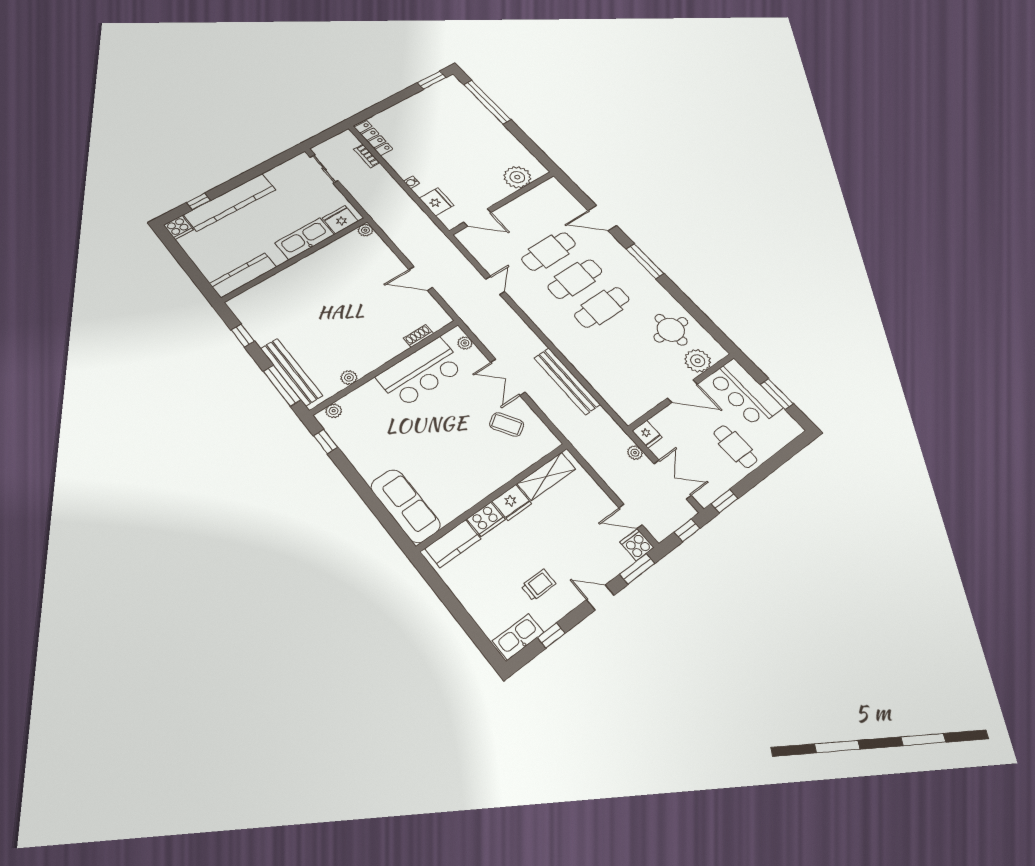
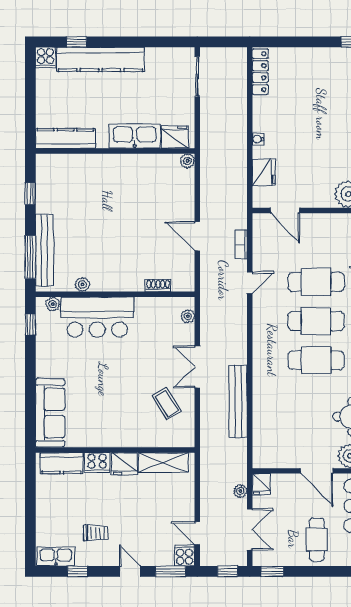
bookcase: (367, 156) -> (241, 244), moved
bar counter: (421, 372) -> (97, 317), moved

